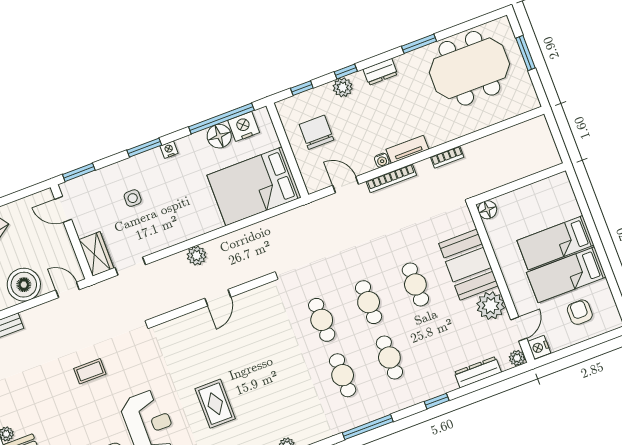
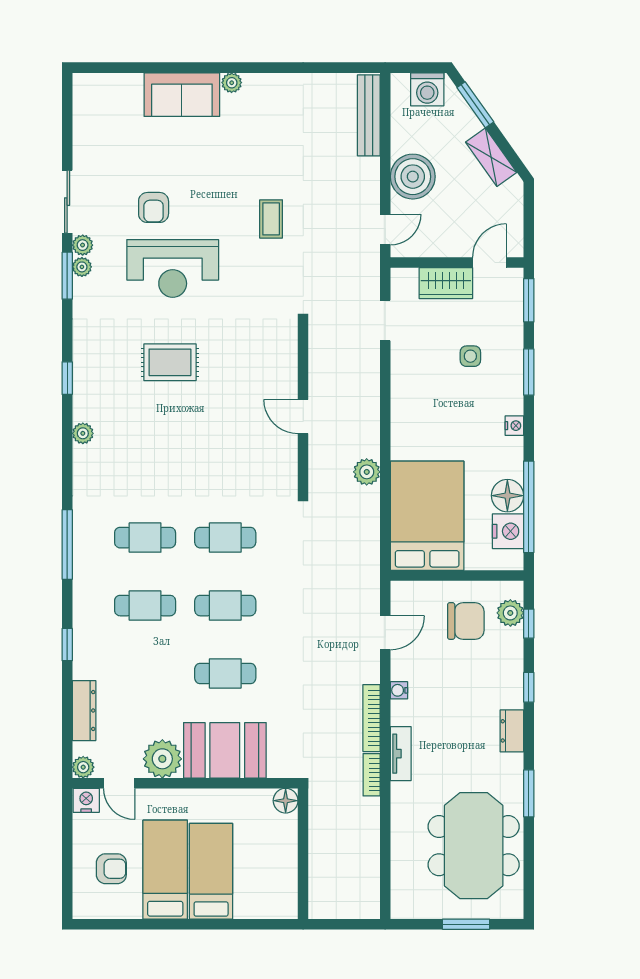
plant: (343, 87) -> (510, 613), moved
window: (144, 148) -> (529, 372), moved
tv unit: (407, 149) -> (401, 754), moved
bookcase: (391, 178) -> (371, 718), moved
wardrobe: (96, 254) -> (446, 283), moved
plant: (197, 256) -> (367, 472), moved

